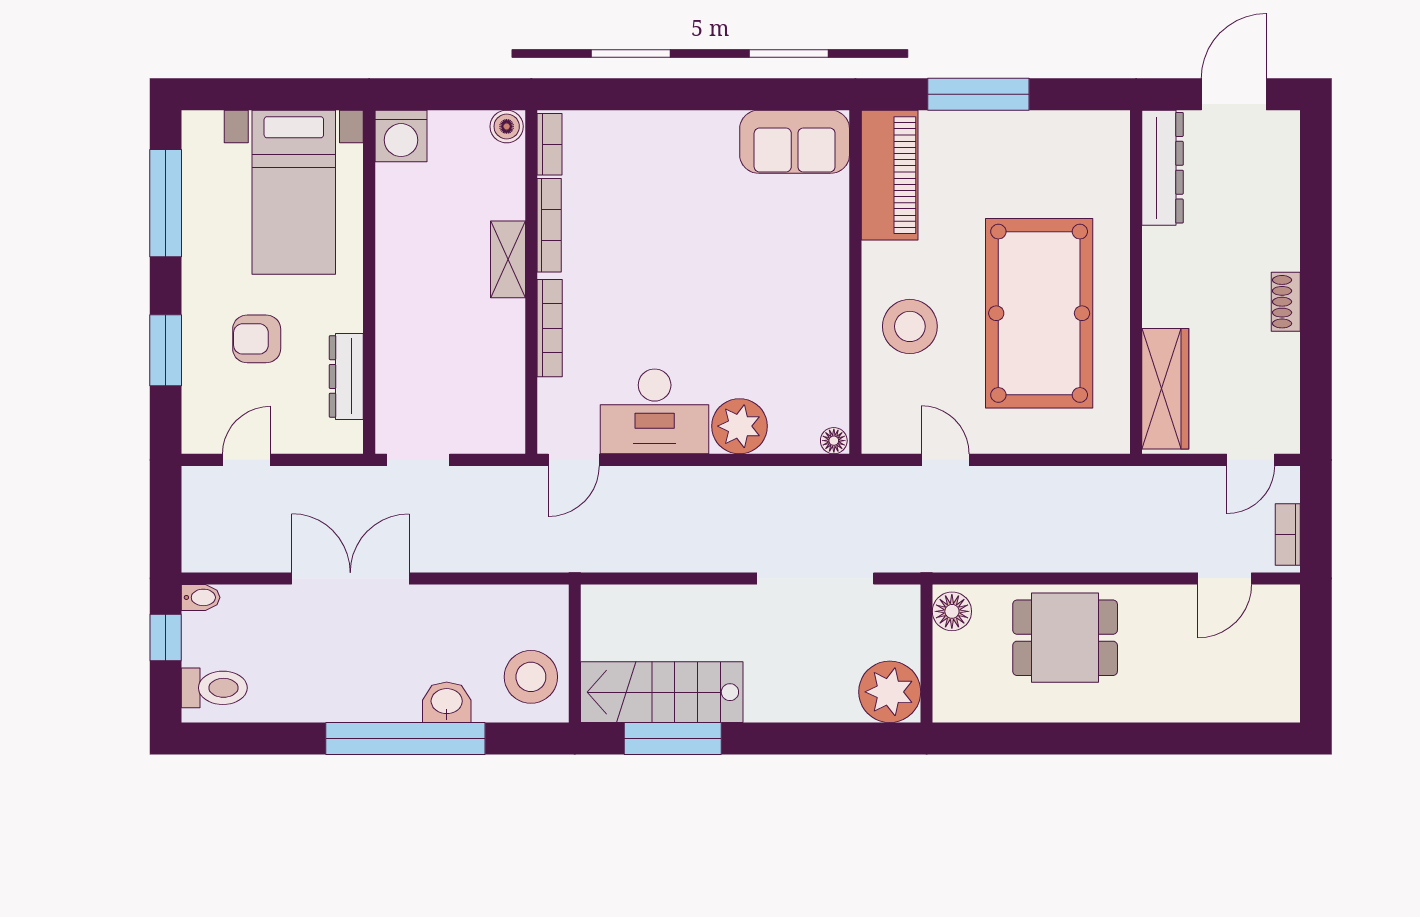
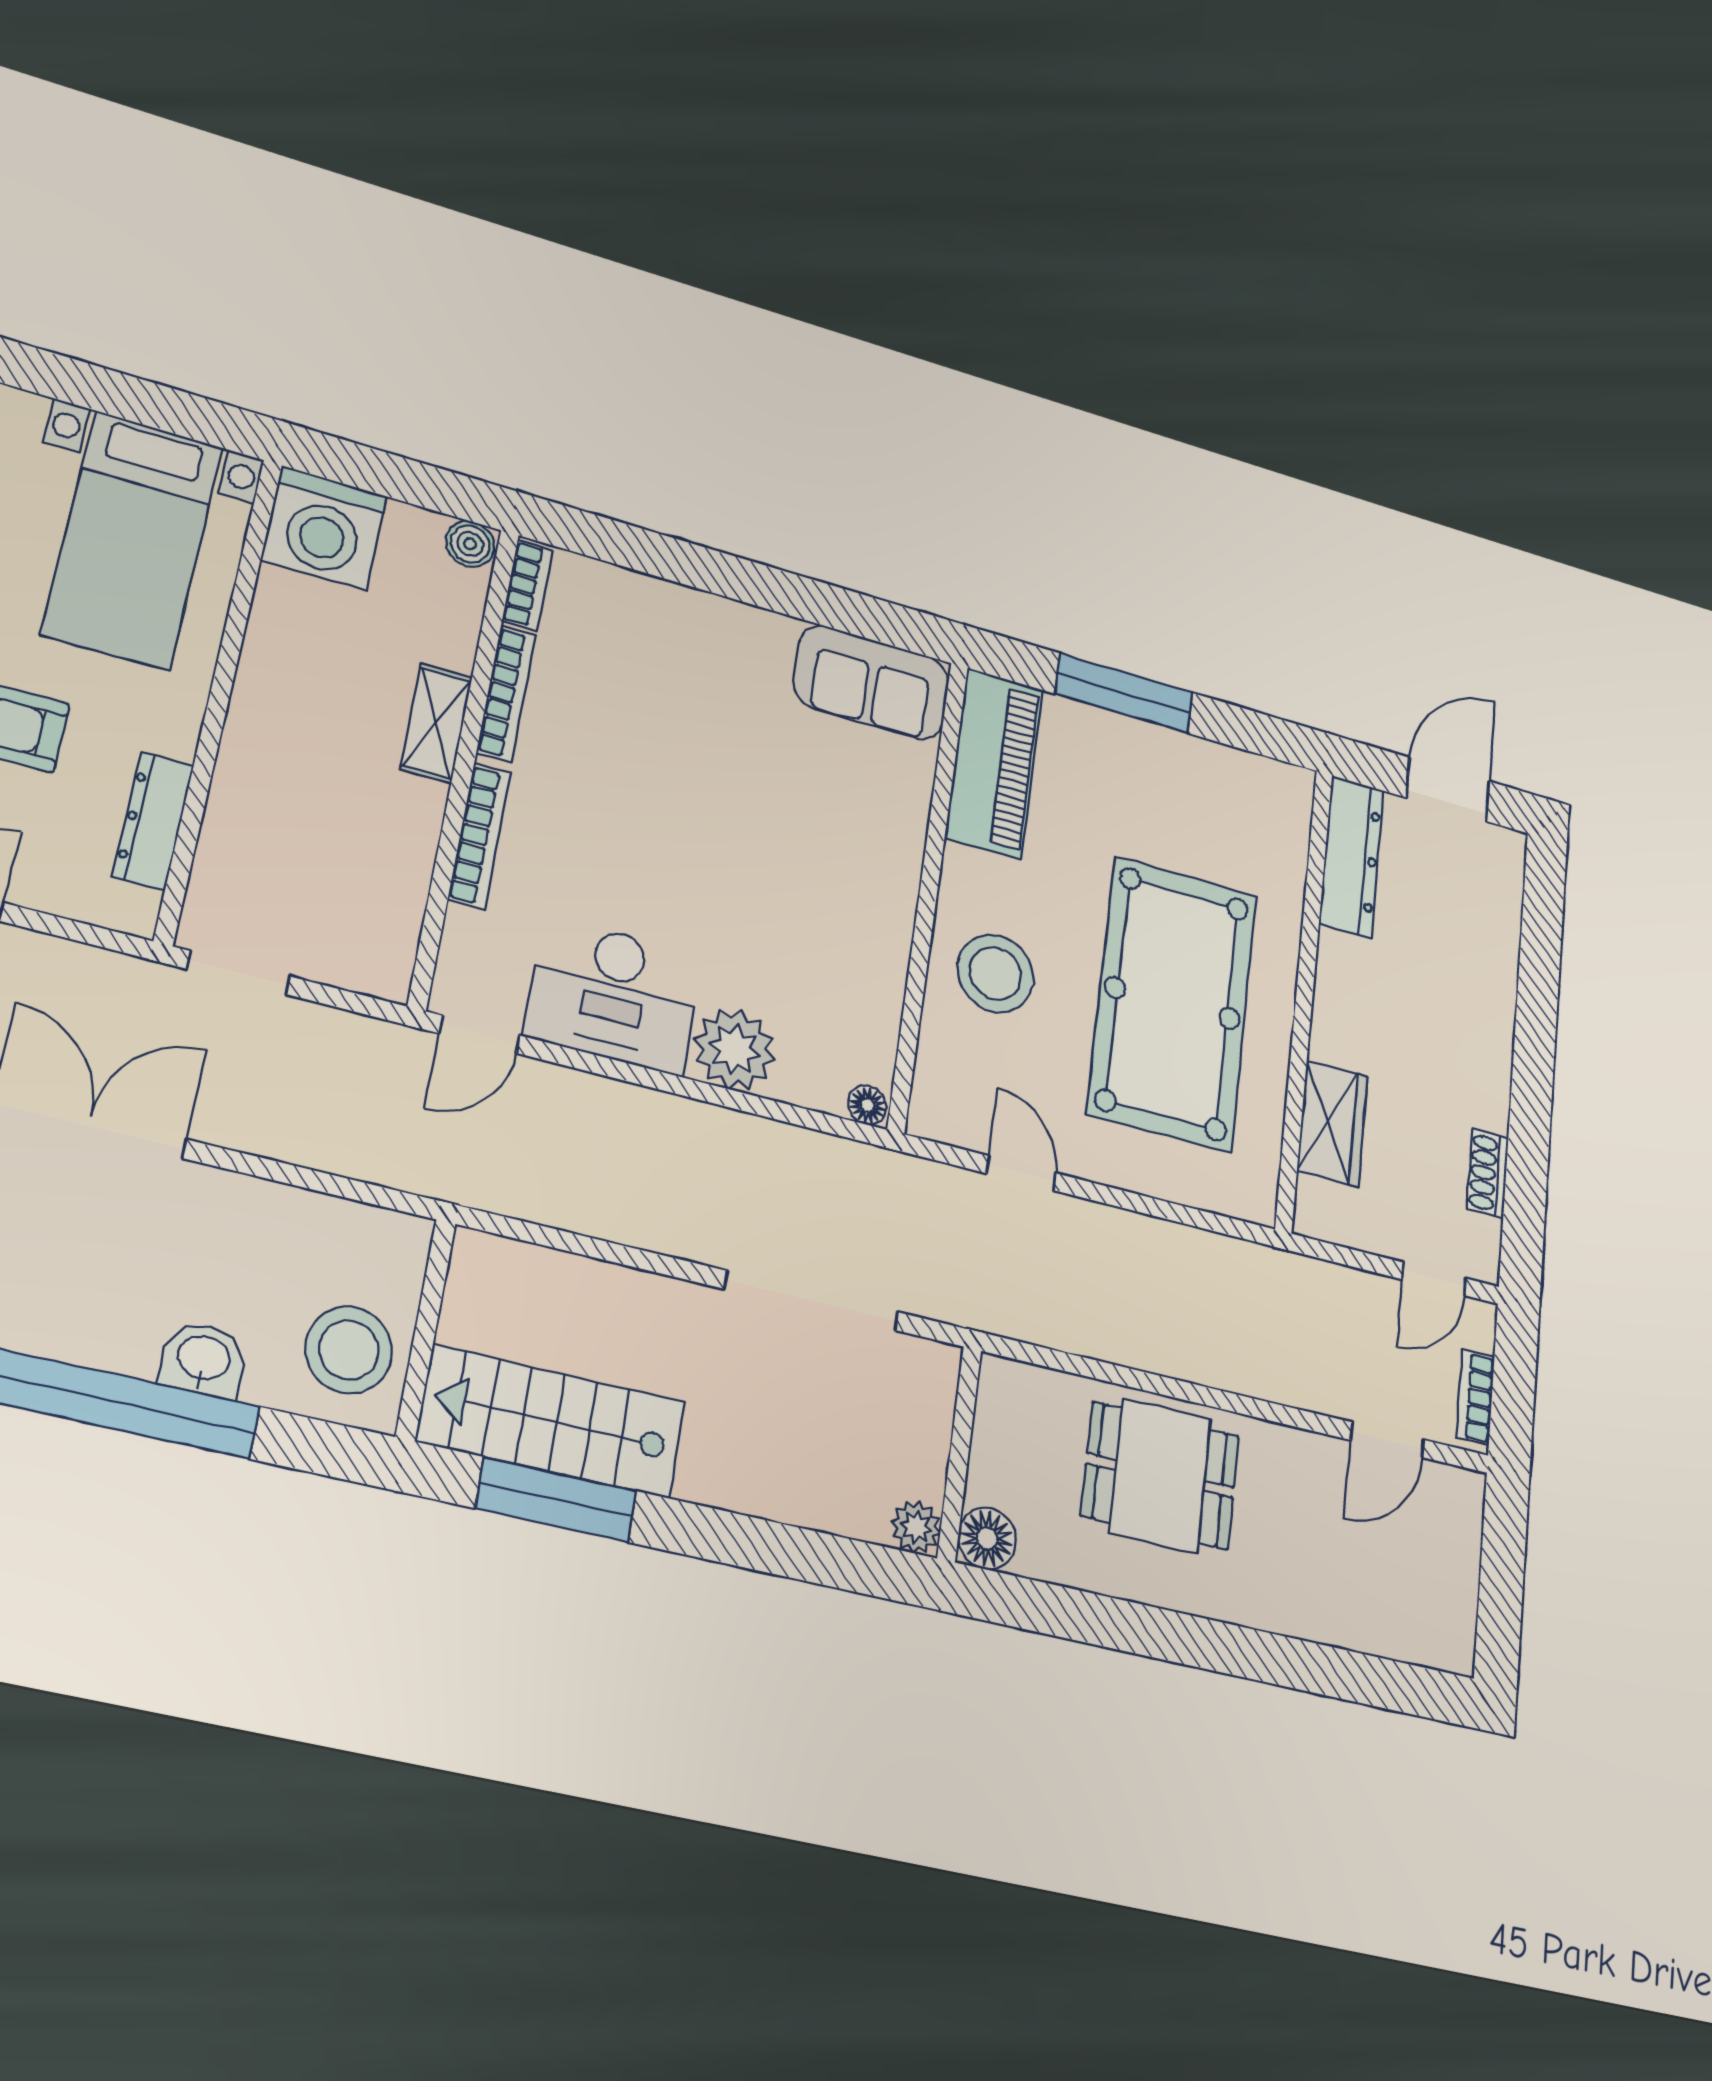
washing machine: (401, 136) -> (324, 528), width x1.37, depth x1.37
shoe rack: (1286, 302) -> (1488, 1173), moved
wardrobe: (1165, 389) -> (1332, 1123), width x0.67
floor lamp: (952, 611) -> (987, 1538), moved
plant: (890, 692) -> (916, 1527), width x0.53, depth x0.53

